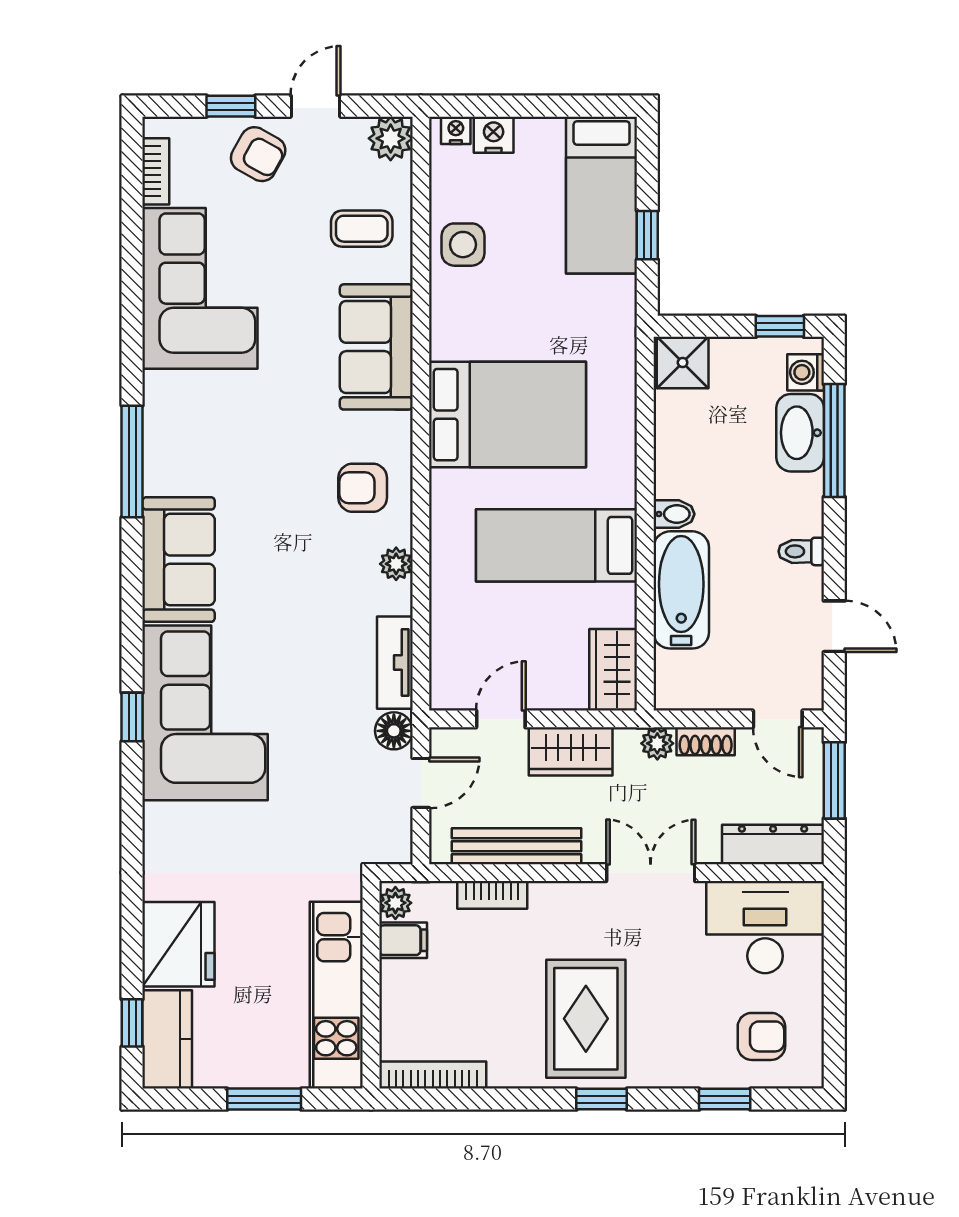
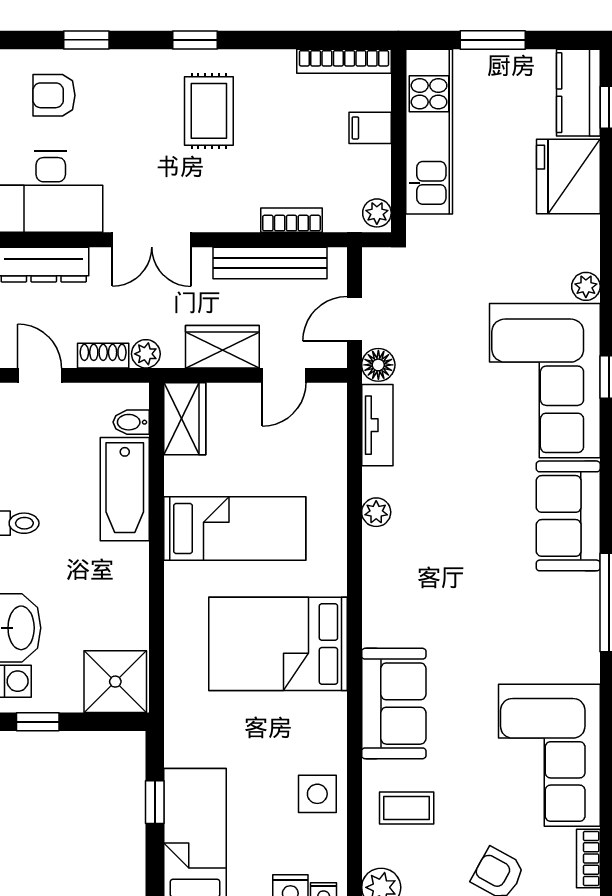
shower: (683, 362) -> (115, 682), width x1.36, depth x1.36
armchair: (363, 488) -> (406, 579), removed
bidet: (674, 514) -> (131, 422), moved
plant: (158, 820) -> (586, 286), added
filing cabinet: (403, 940) -> (370, 128), moved
rug: (586, 1019) -> (209, 111), width x0.73, depth x0.70

